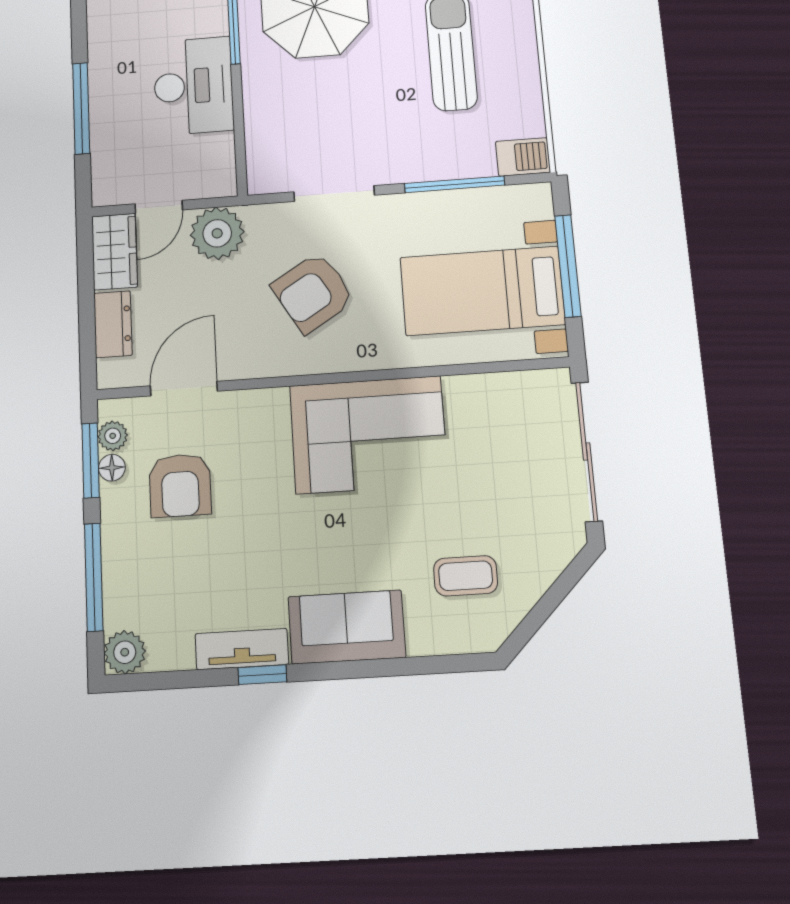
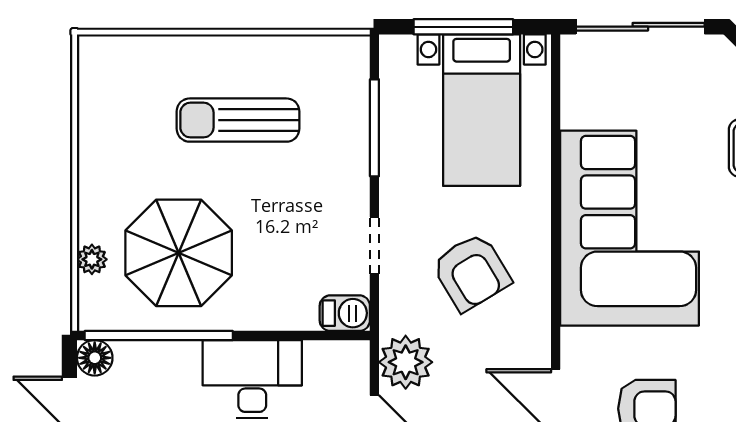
barbecue: (523, 157) -> (345, 313), moved, turned 90
doorway: (334, 193) -> (374, 246), width x0.73
corner sofa: (368, 435) -> (630, 228), width x1.36, depth x1.36

